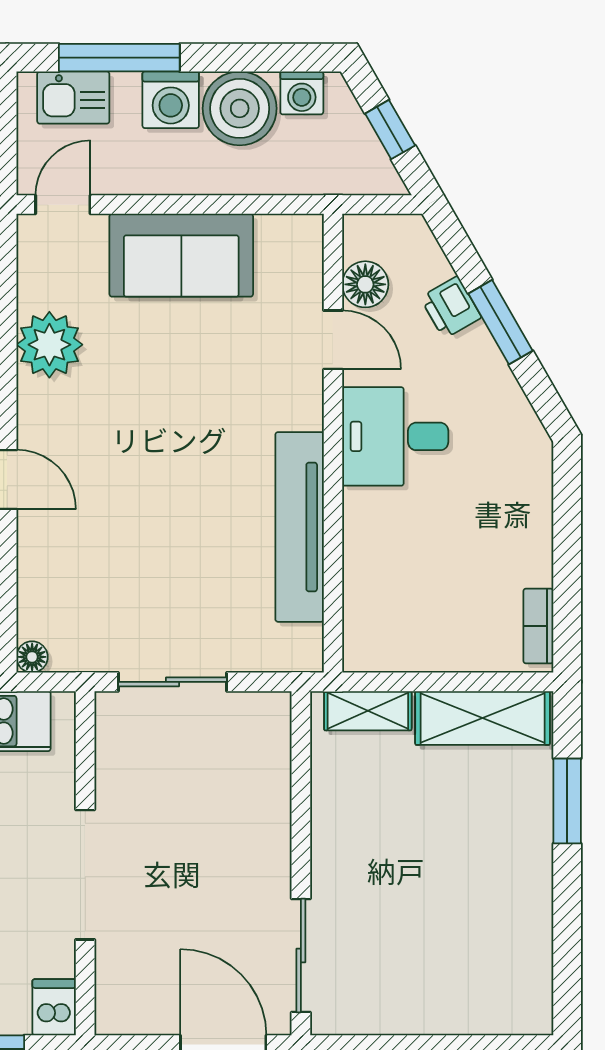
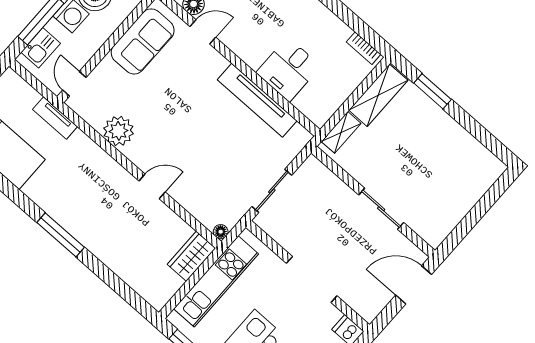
sofa: (181, 255) -> (143, 41), moved
desk: (395, 436) -> (288, 69), moved
sliding door: (301, 956) -> (381, 209), moved

